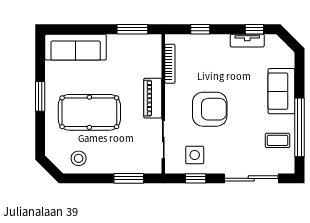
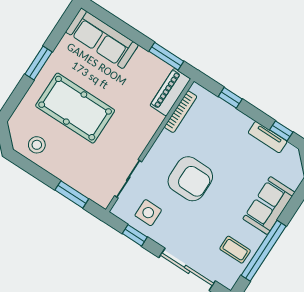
piano: (153, 98) -> (170, 92), moved

